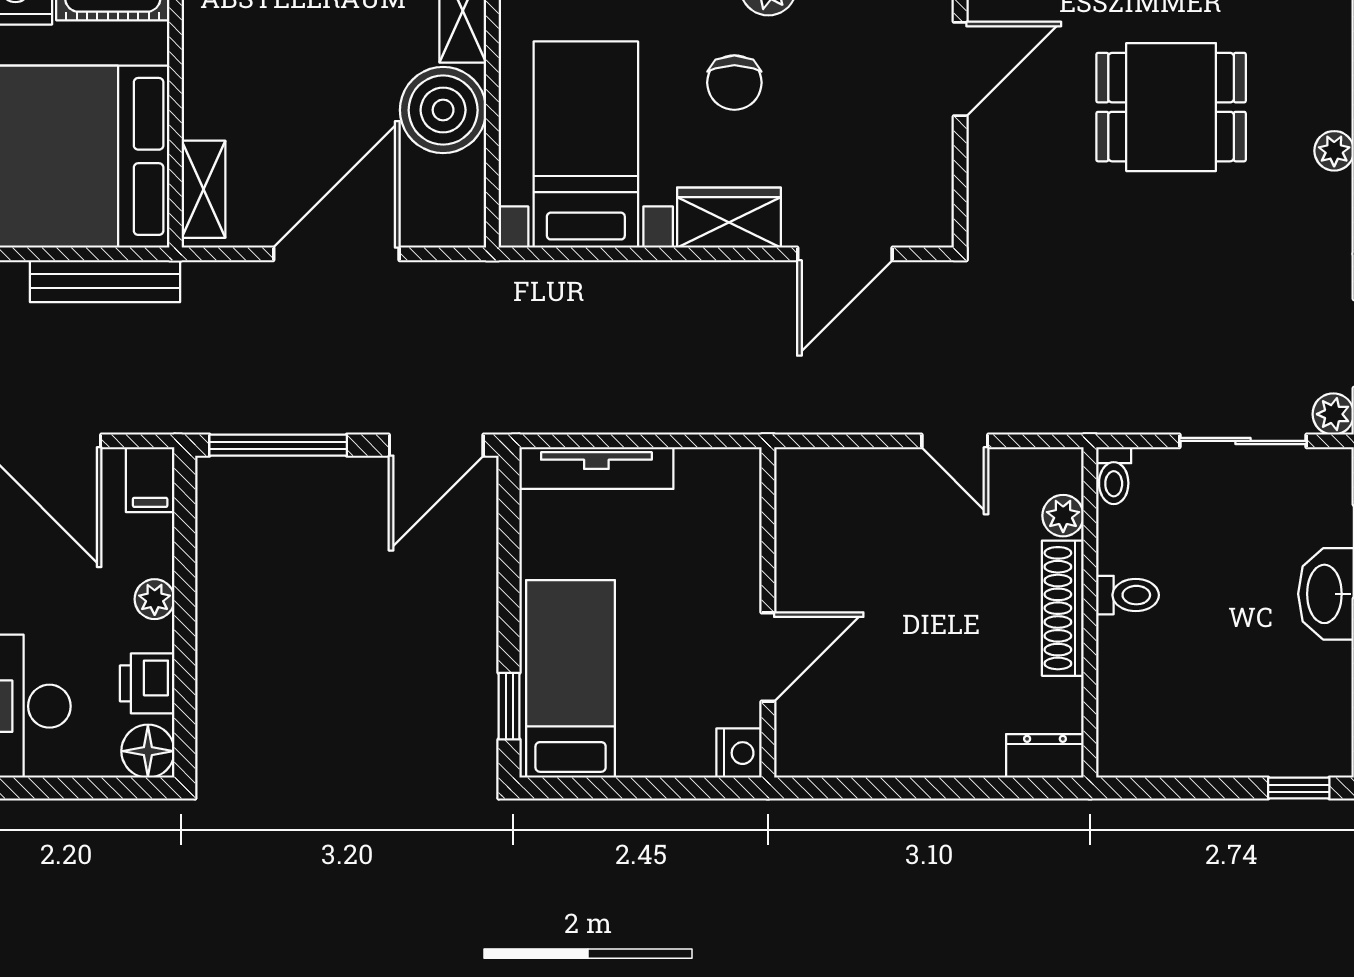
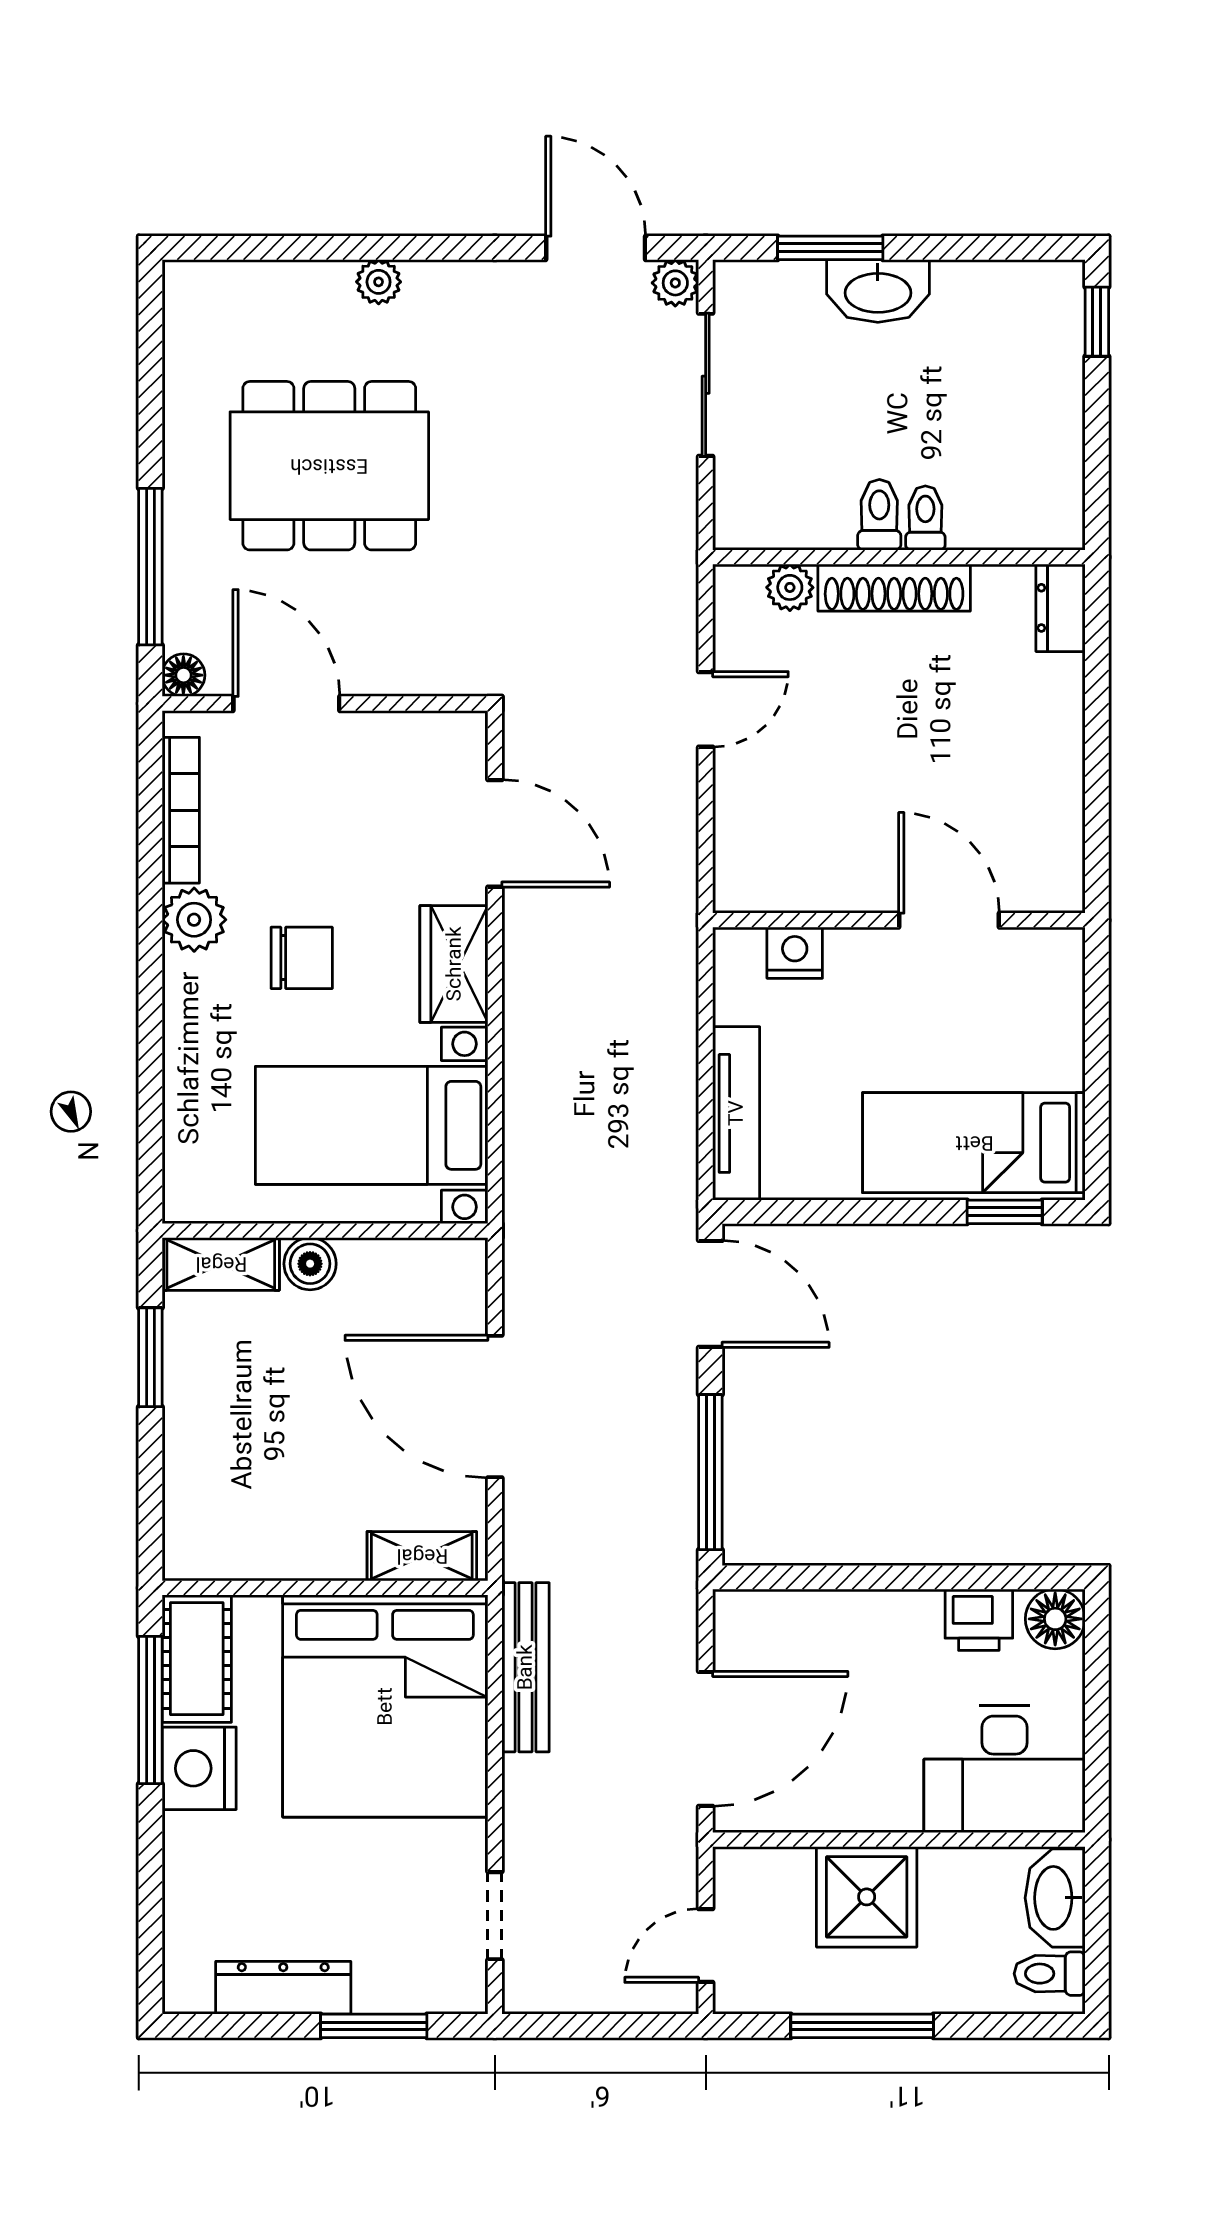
dining table: (1171, 107) -> (329, 466), width x1.38
boiler: (443, 110) -> (310, 1264), width x0.54, depth x0.54
toilet: (1114, 476) -> (925, 518), moved, turned -90
filing cabinet: (150, 480) -> (749, 1616), removed
plant: (155, 599) -> (884, 1611), removed
nightstand: (739, 753) -> (795, 953), moved

